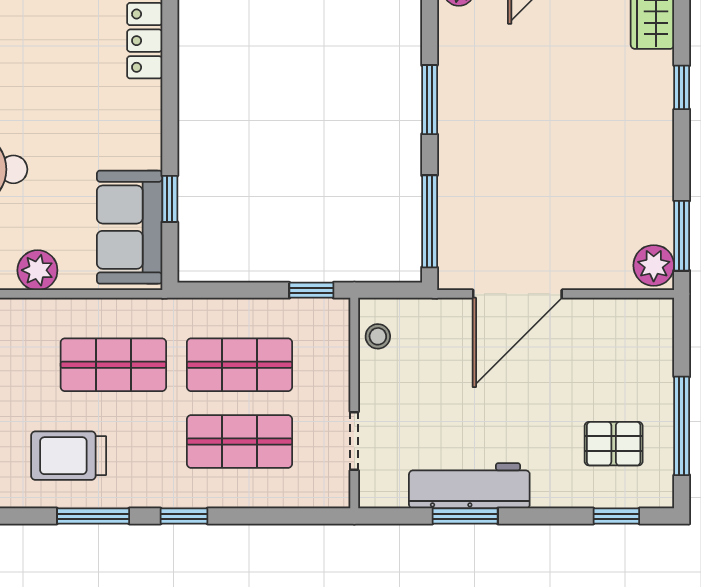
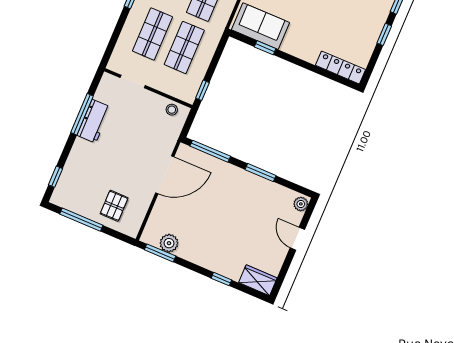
plant: (654, 265) -> (169, 243), moved
door: (517, 294) -> (165, 175), swing flipped
pallet: (614, 444) -> (114, 206), moved
workbench: (469, 486) -> (94, 121), width x0.73
window: (465, 516) -> (82, 114), width x1.44

